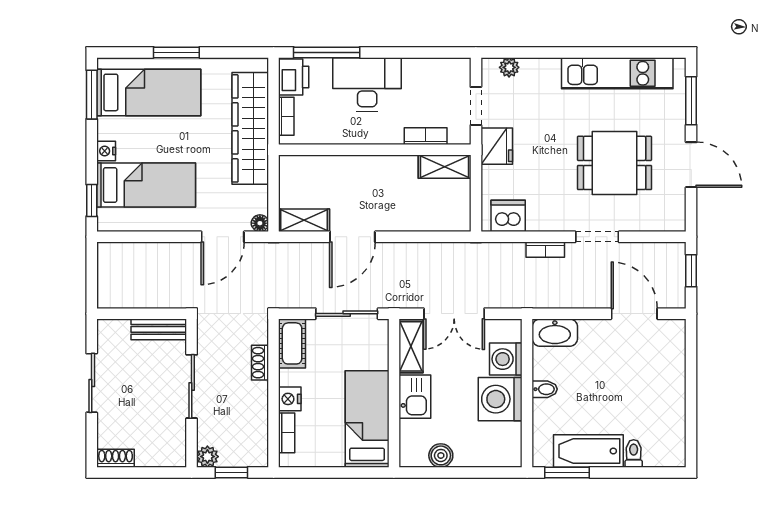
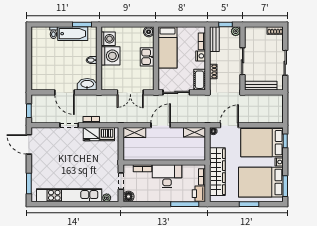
floor lamp: (458, 70) -> (129, 197), added
kitchen unit: (617, 73) -> (69, 195), width x1.36
desk: (367, 84) -> (167, 176), moved, turned 180
bed: (149, 92) -> (261, 182), width x1.50
fridge: (497, 146) -> (91, 134), moved, turned -90
dining table: (615, 163) -> (62, 157), removed
door: (691, 165) -> (29, 144), moved
shelving: (445, 167) -> (134, 132), moved
bed: (146, 185) -> (262, 143), width x1.50
door: (352, 237) -> (161, 125), moved
double door: (454, 314) -> (130, 92), swing flipped
door: (634, 314) -> (65, 92), moved
bench: (159, 329) -> (261, 86), width x1.36
shelving: (411, 346) -> (149, 78), removed
washing machine: (506, 359) -> (108, 39), moved
bench: (257, 438) -> (214, 39), added
boiler: (441, 455) -> (149, 32), moved

